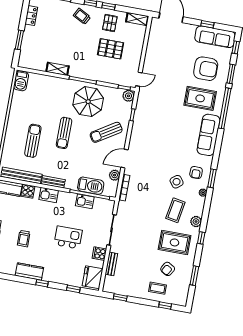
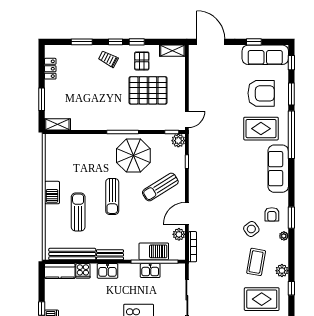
pallet: (111, 49) -> (148, 90), width x1.37, depth x1.41
shelving: (58, 69) -> (57, 124), moved
barbecue: (21, 81) -> (52, 193), moved

